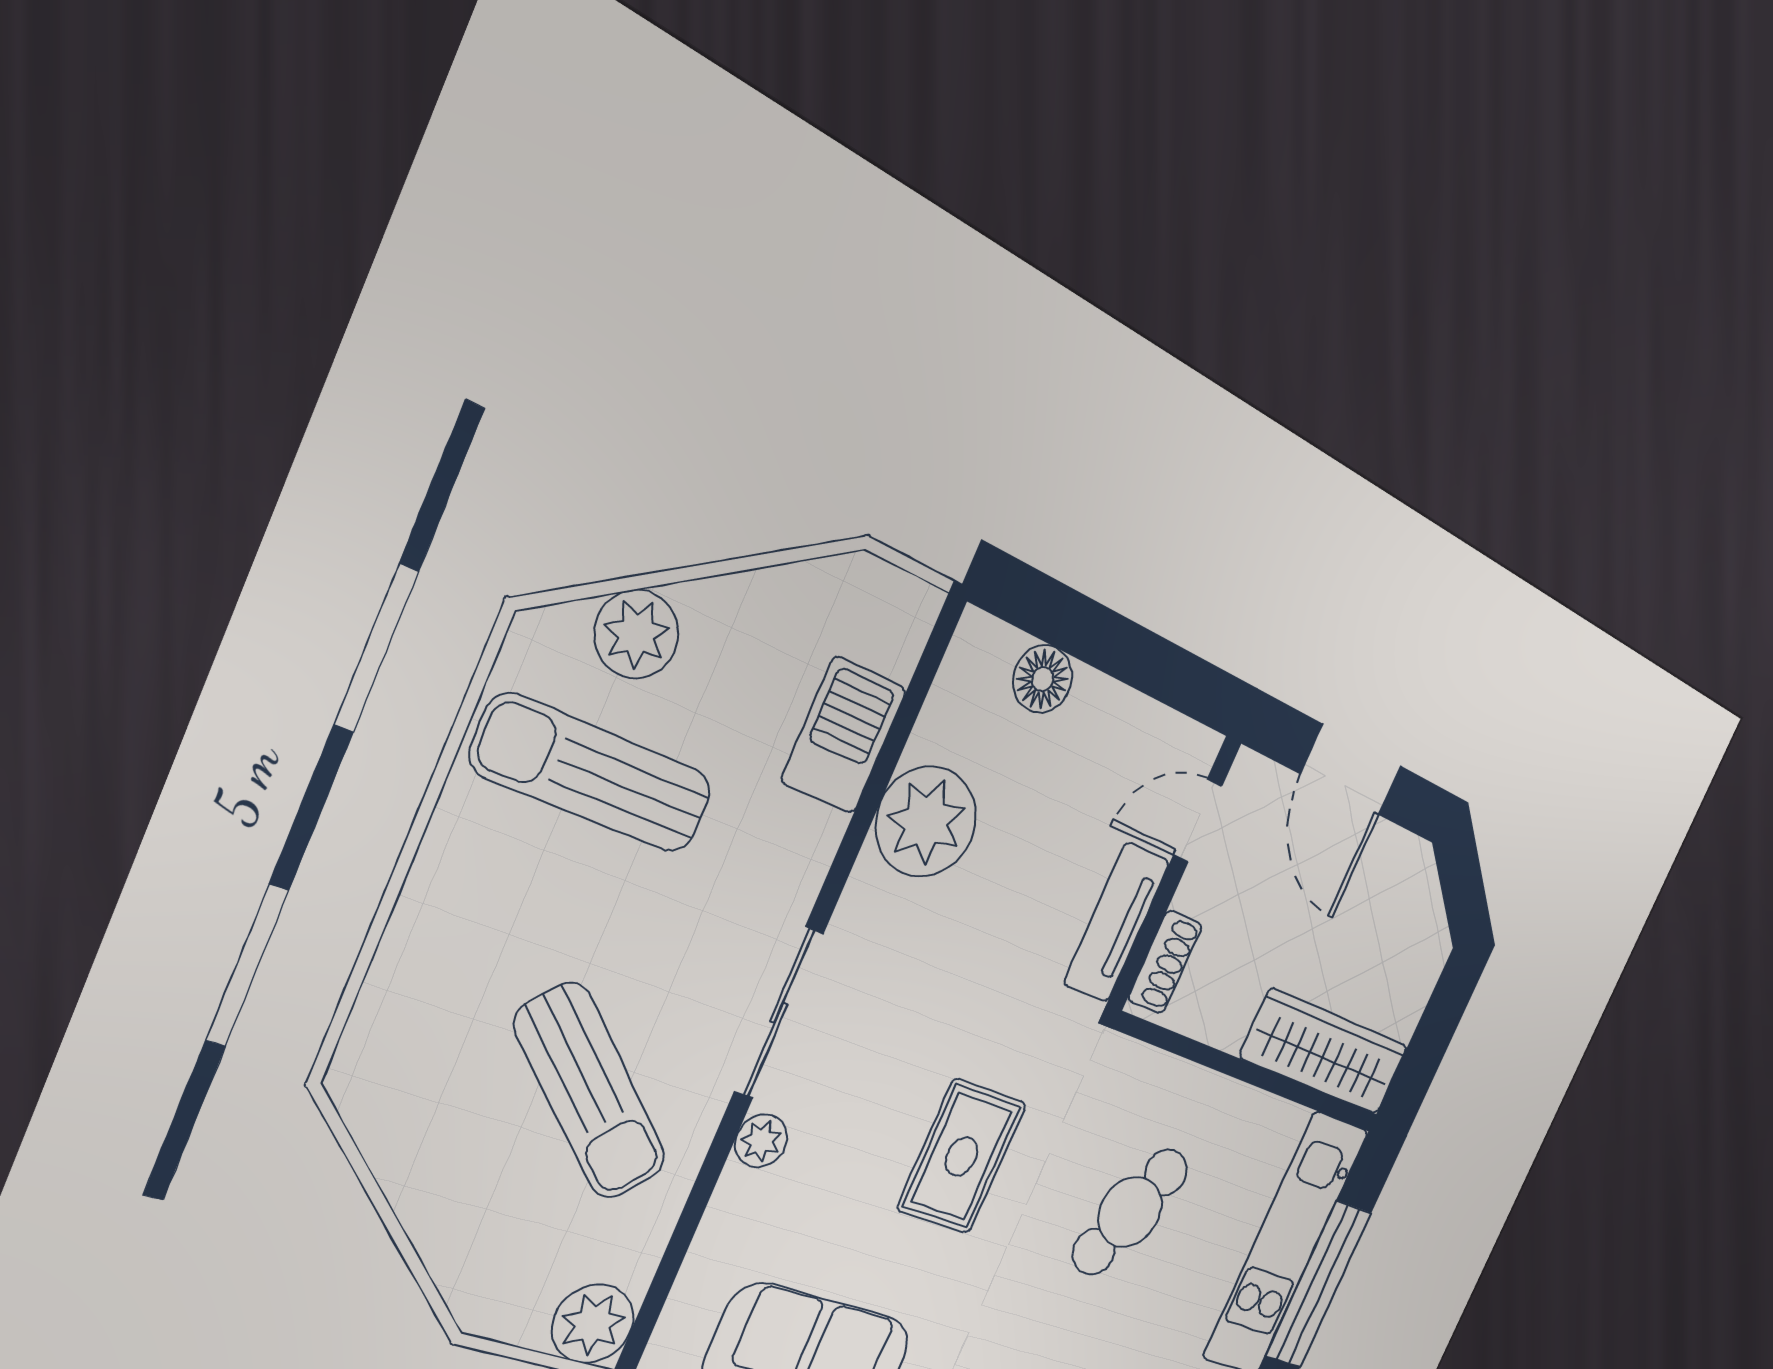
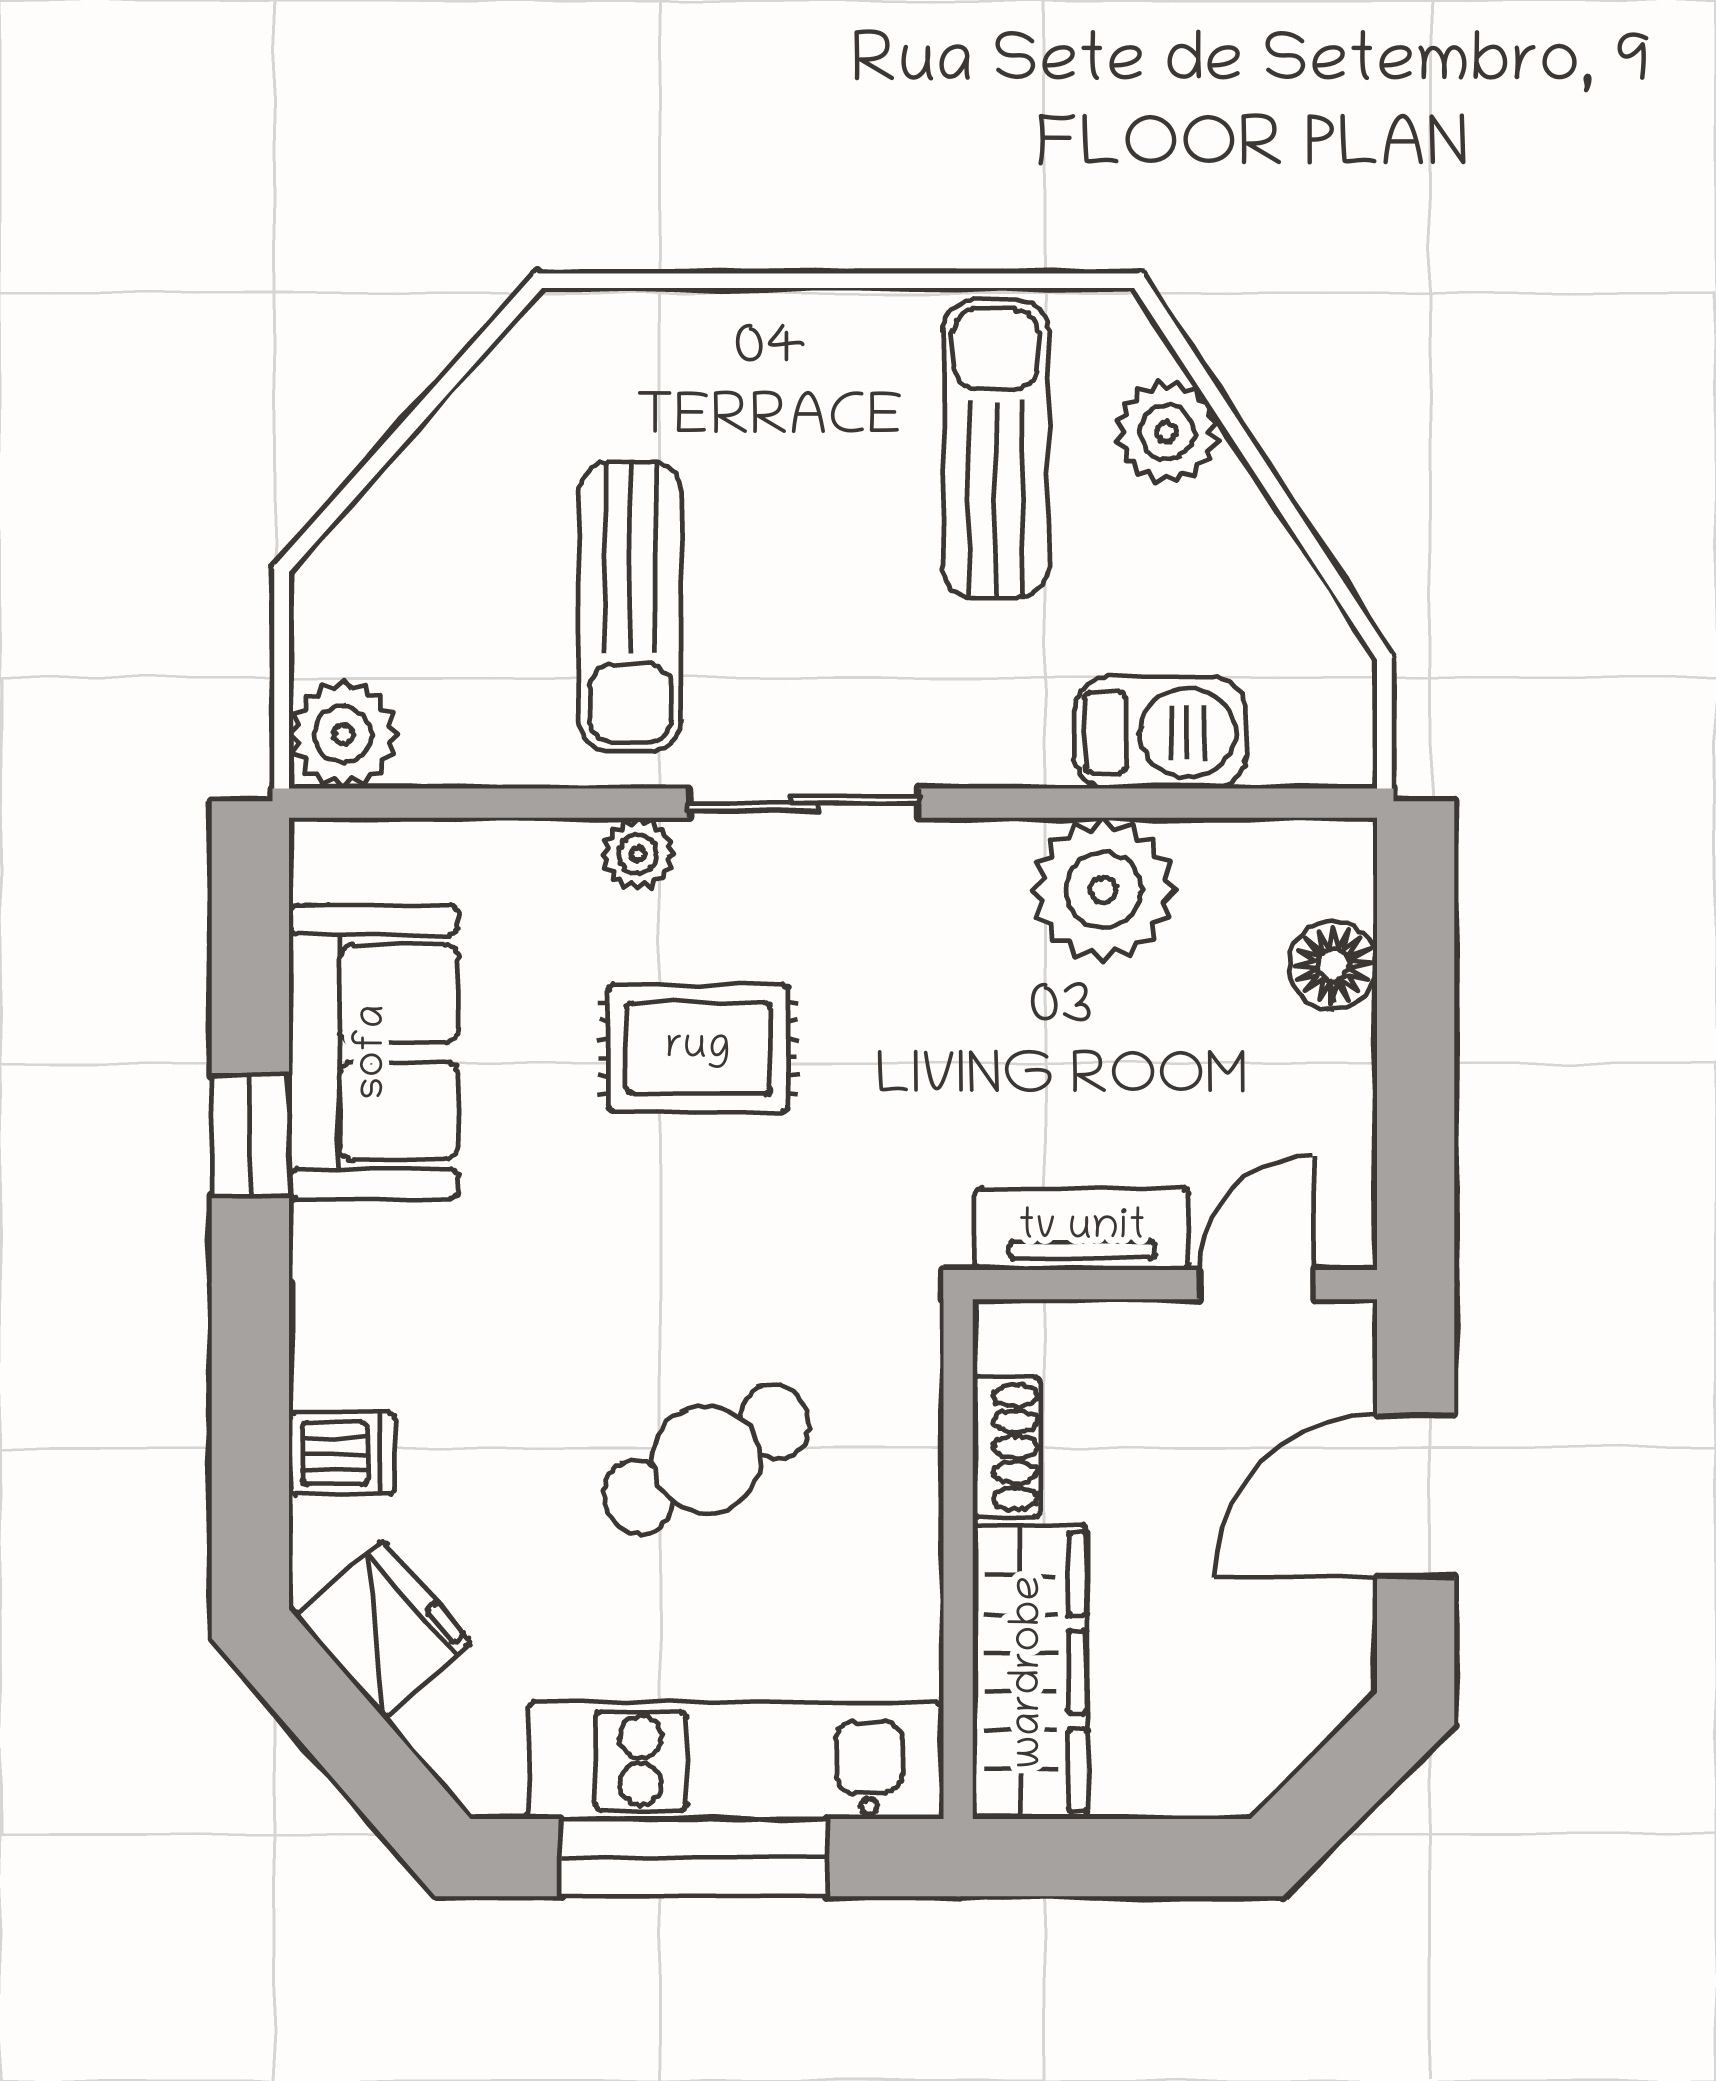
door: (1198, 820) -> (1256, 1285), hinge flipped
shoe rack: (1165, 962) -> (1007, 1447), moved, turned -90
sun lounger: (591, 1092) -> (630, 606), turned -42
rug: (962, 1156) -> (698, 1048), moved
cafe table: (1130, 1212) -> (706, 1459), turned -52

